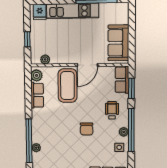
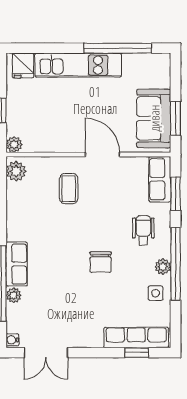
window: (132, 43) -> (176, 119), added
plant: (45, 59) -> (14, 145), moved
door: (87, 65) -> (102, 154), swing flipped
coffee table: (67, 86) -> (69, 189), width x0.54, depth x0.58
row of seats: (37, 95) -> (17, 264), moved

